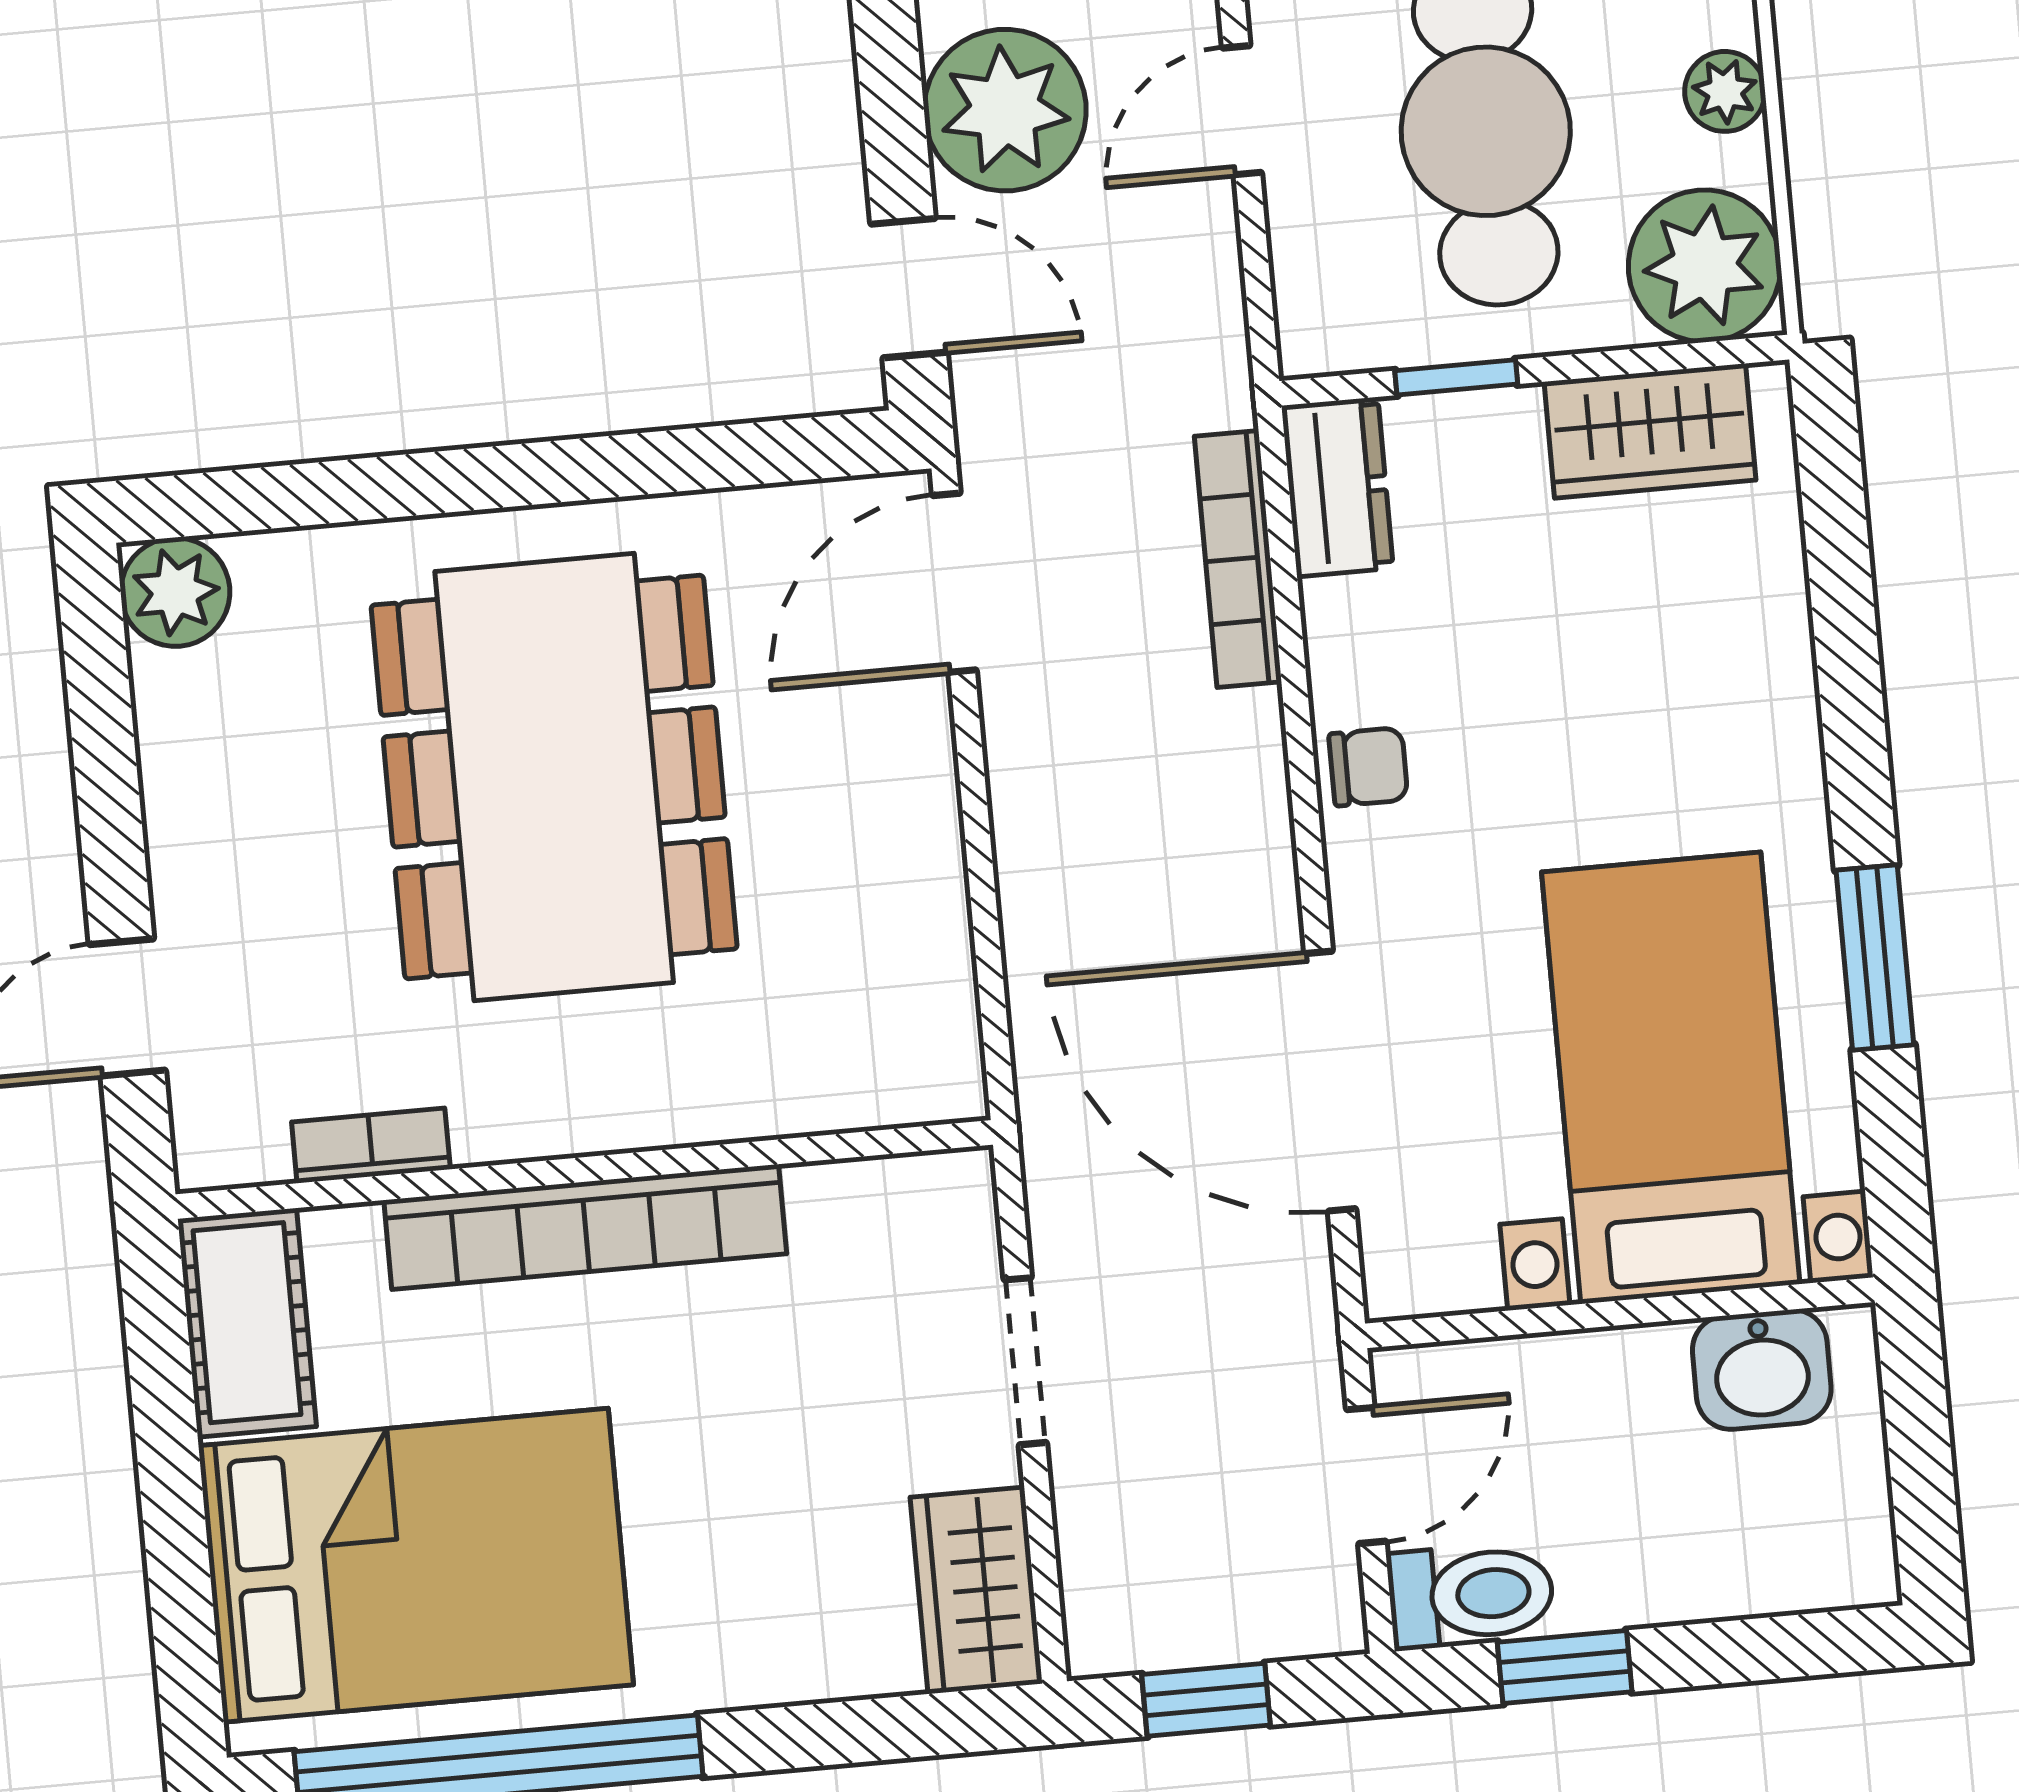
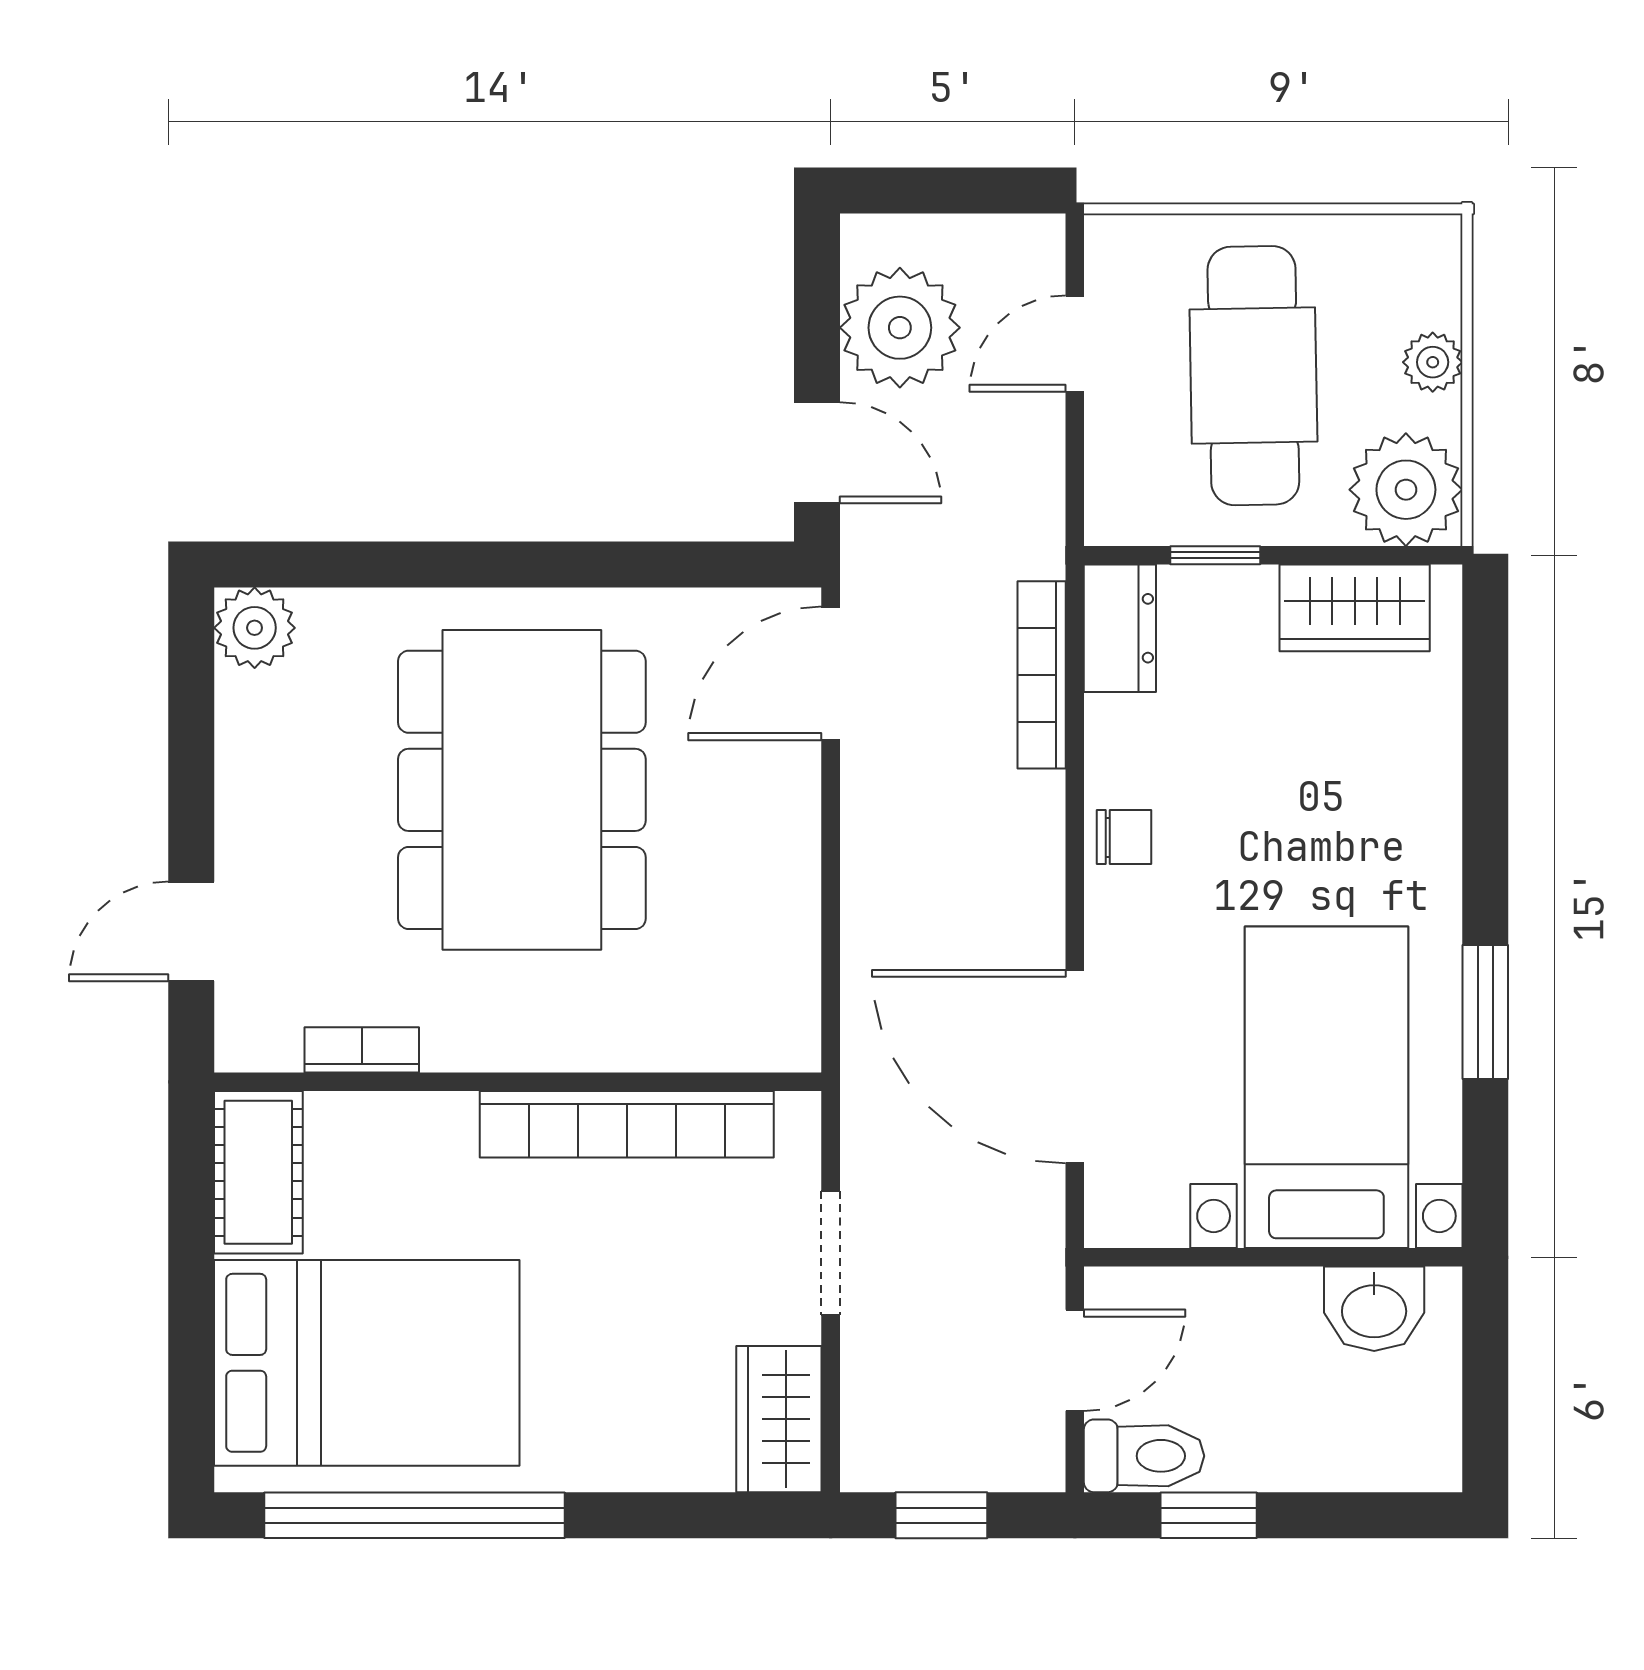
bookcase: (585, 1227) -> (627, 1124), moved

